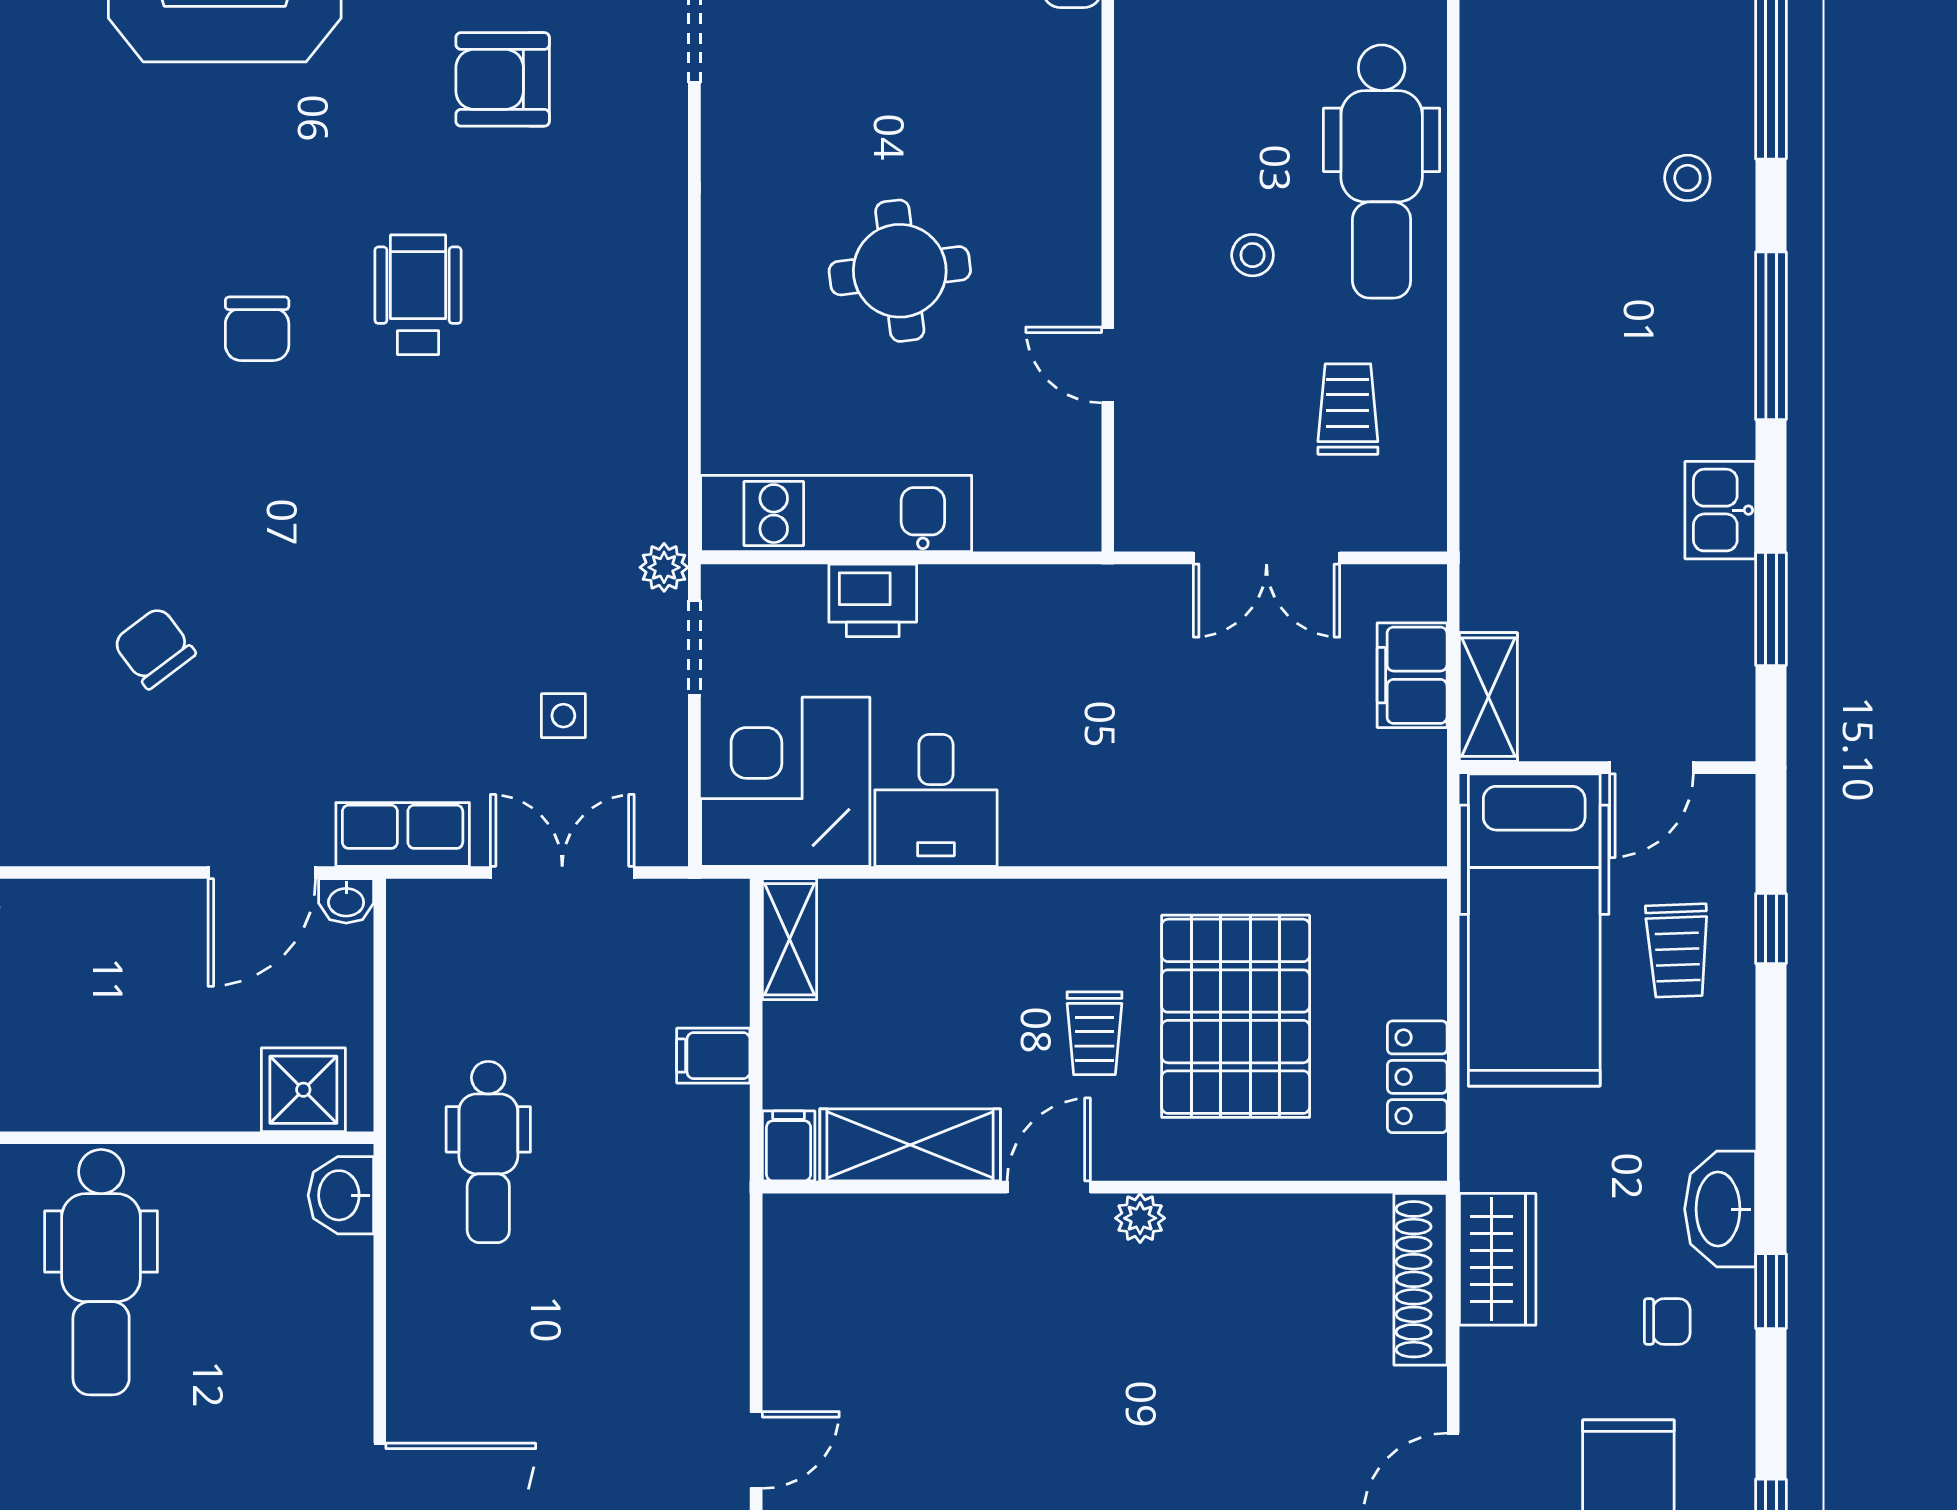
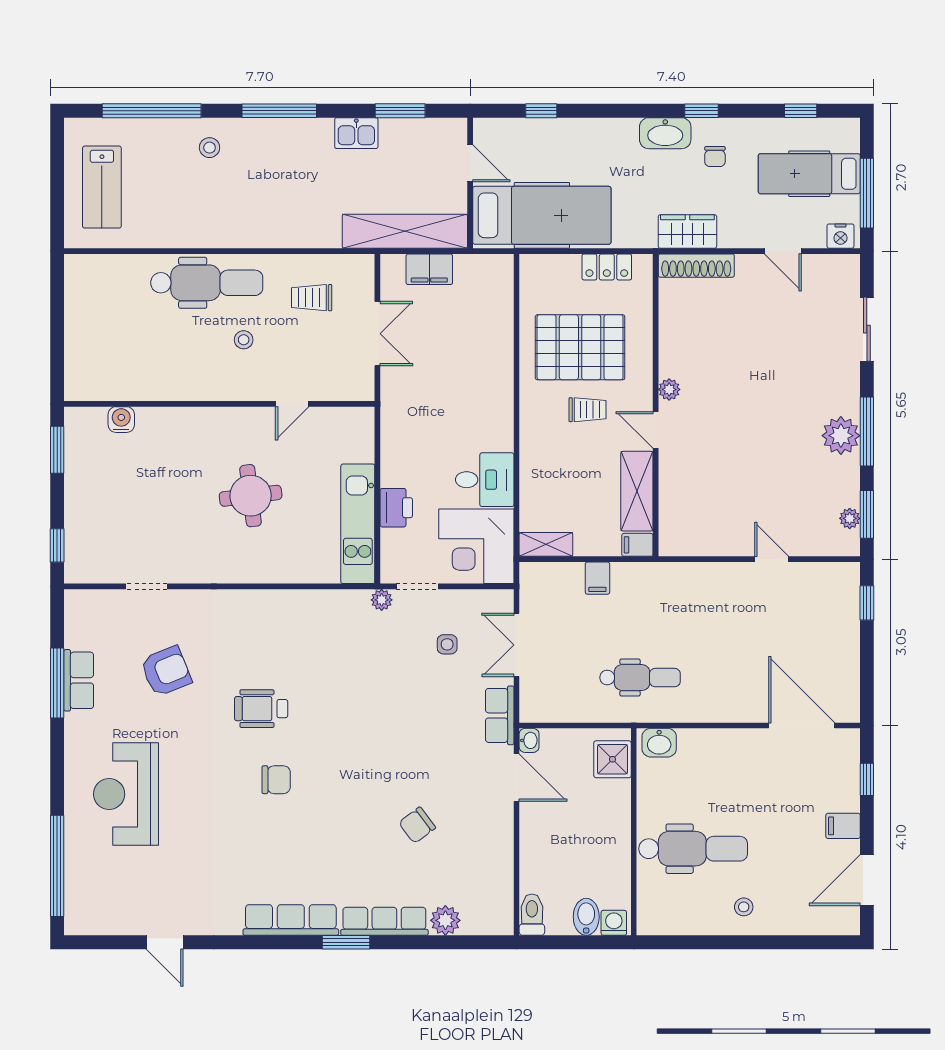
armchair: (503, 79) -> (166, 671), turned -112
shelving: (1488, 697) -> (405, 231), width x2.20, depth x1.33
trolley: (1677, 951) -> (551, 152), removed
chair: (1667, 1321) -> (715, 157), turned 180

